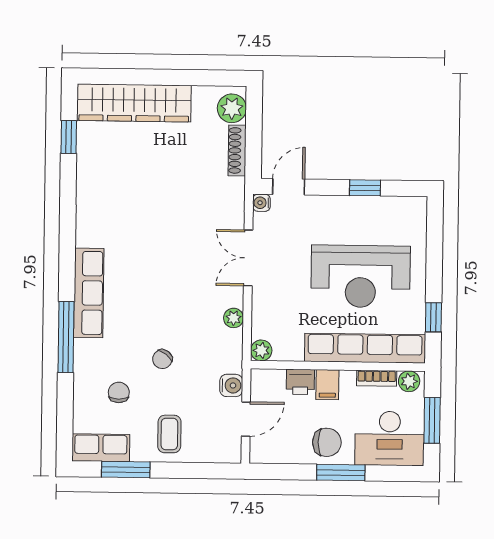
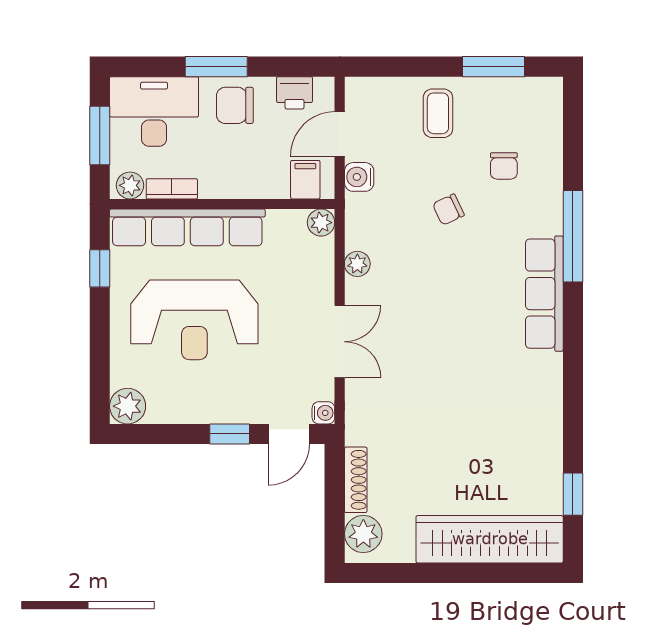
window: (365, 188) -> (230, 434), moved
plant: (413, 210) -> (128, 406), added
reception desk: (361, 276) -> (194, 320), turned 180
chair: (162, 359) -> (448, 210), turned -153
printer: (300, 382) -> (295, 93), moved, turned 180
filing cabinet: (327, 385) -> (305, 180), moved
row of seats: (101, 448) -> (526, 94), removed

